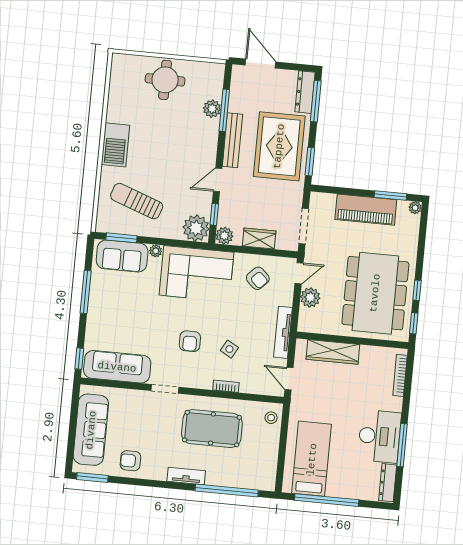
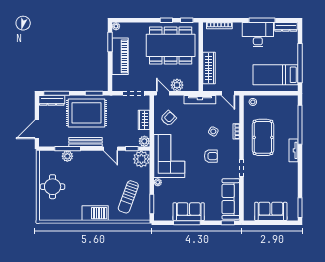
sofa: (122, 256) -> (189, 212), moved, turned -90
door: (289, 379) -> (228, 93), hinge flipped
sofa: (91, 430) -> (271, 211), width x0.73
armchair: (130, 461) -> (287, 185), removed

